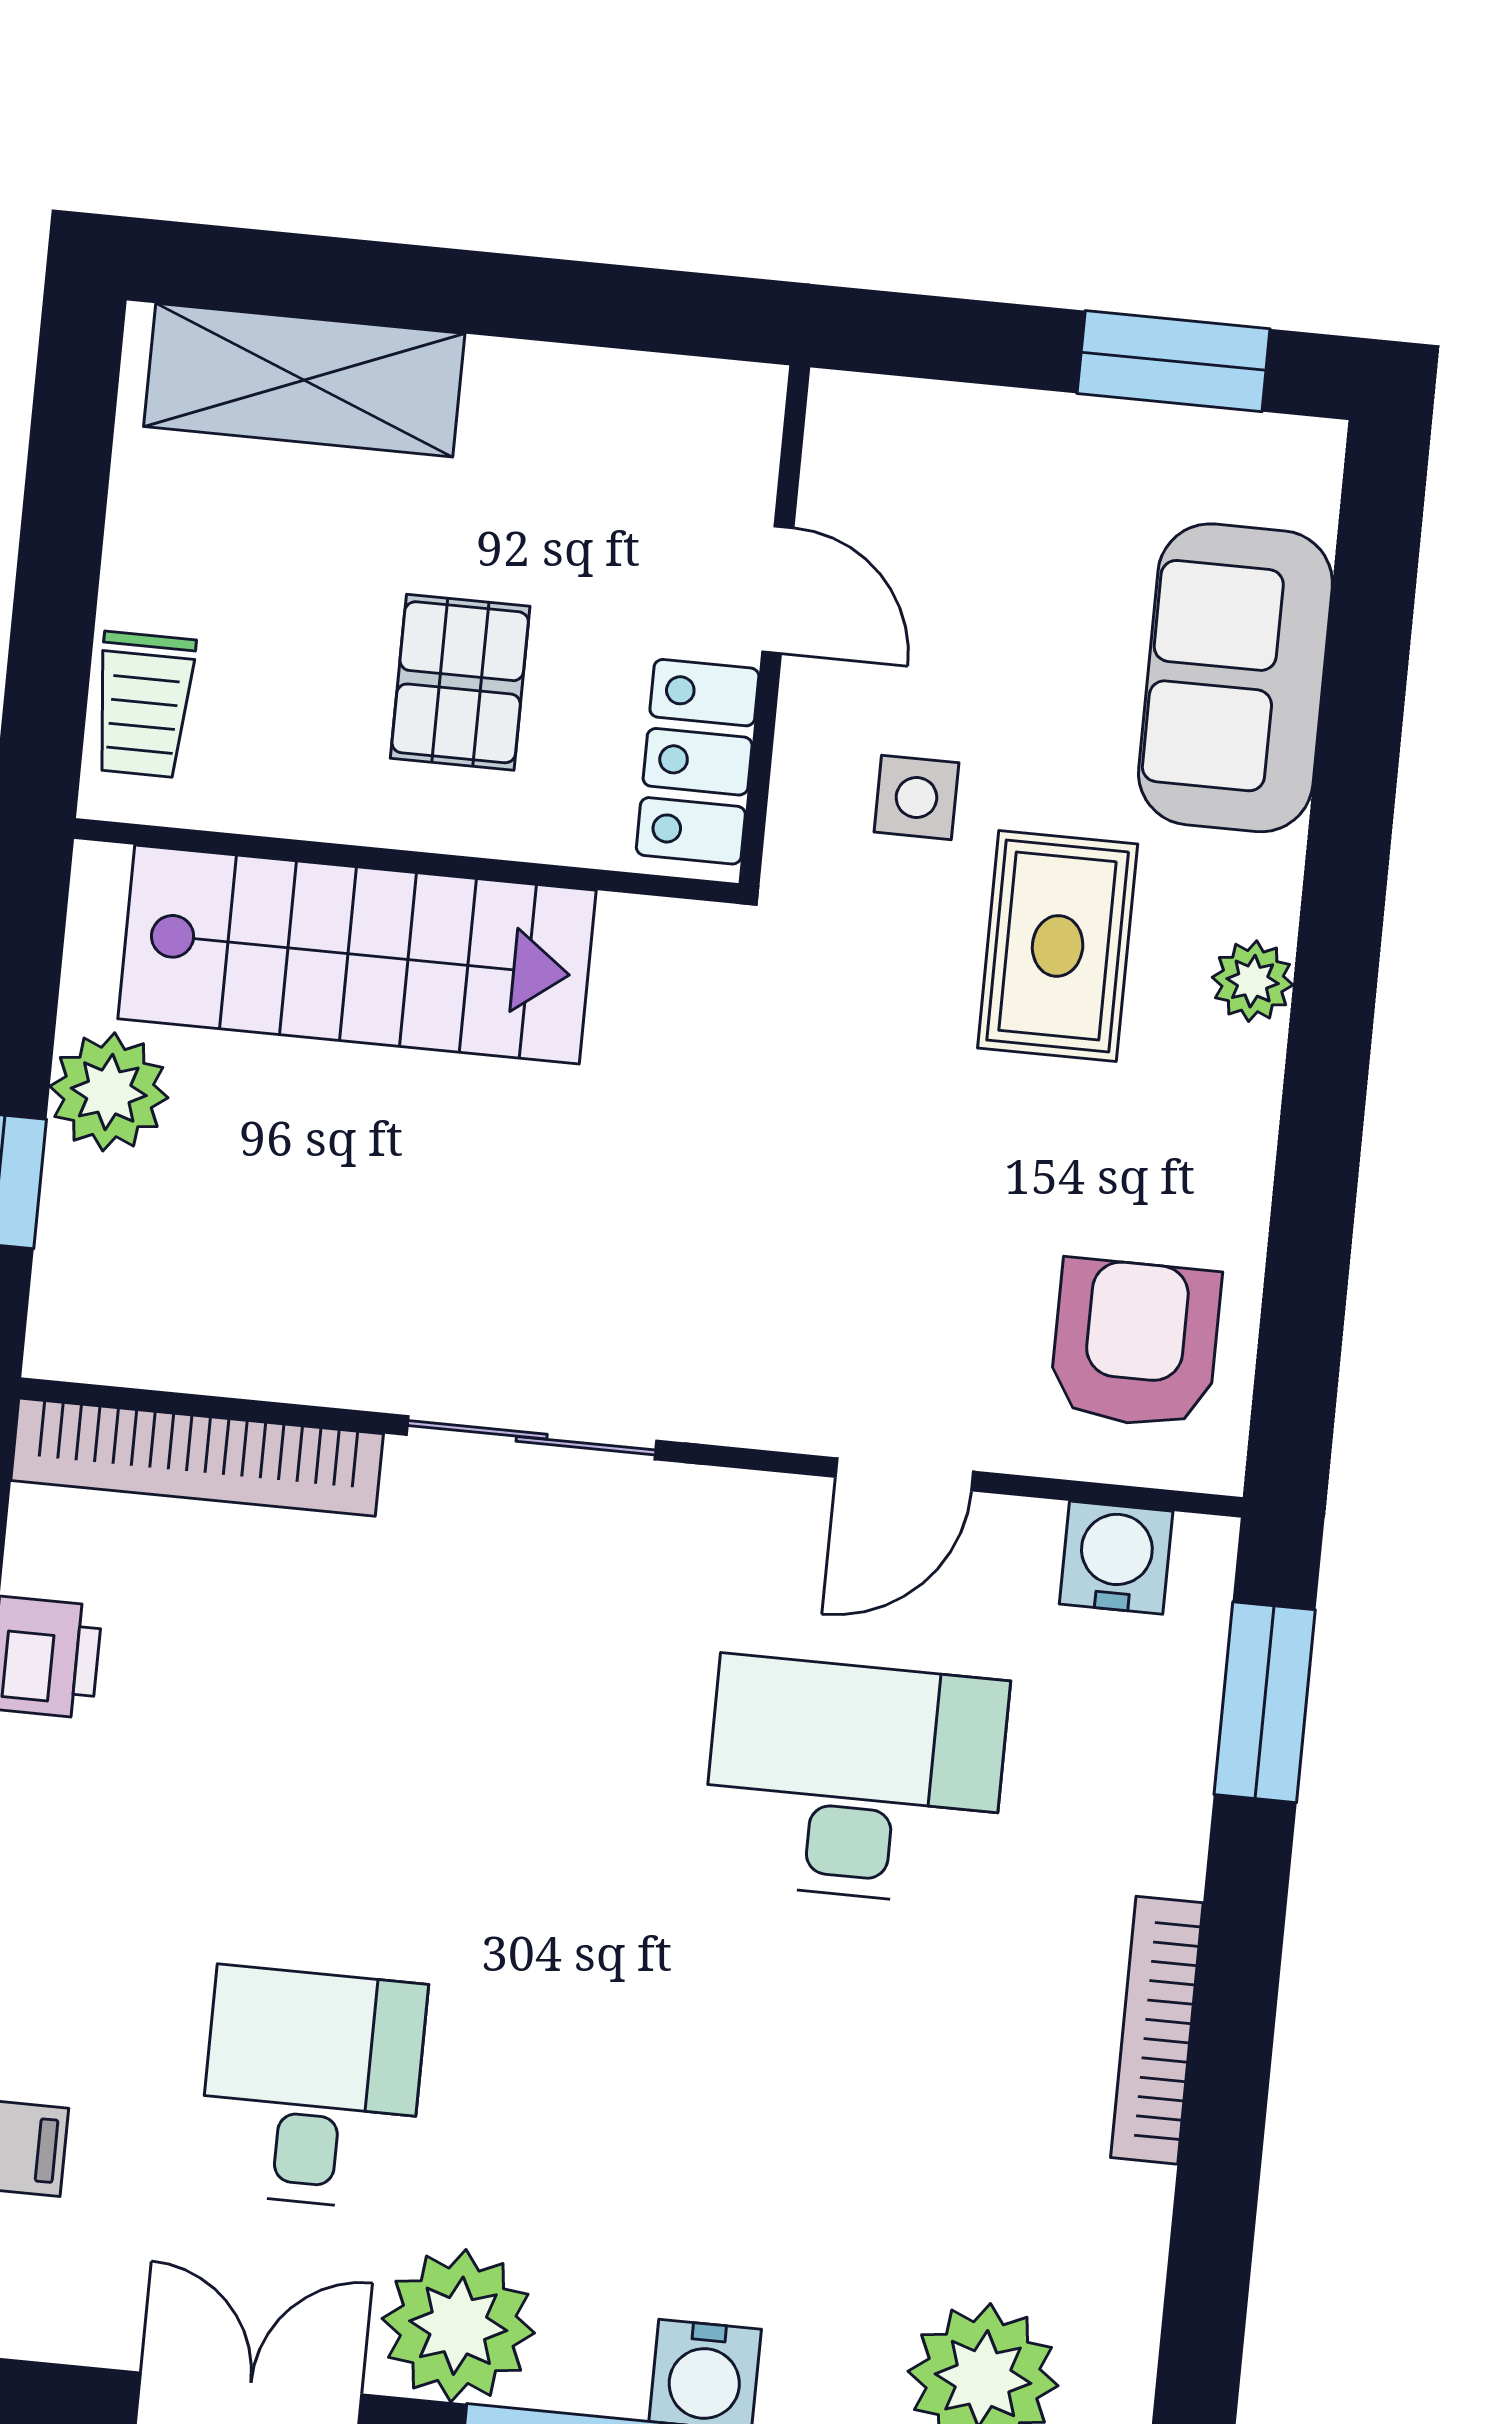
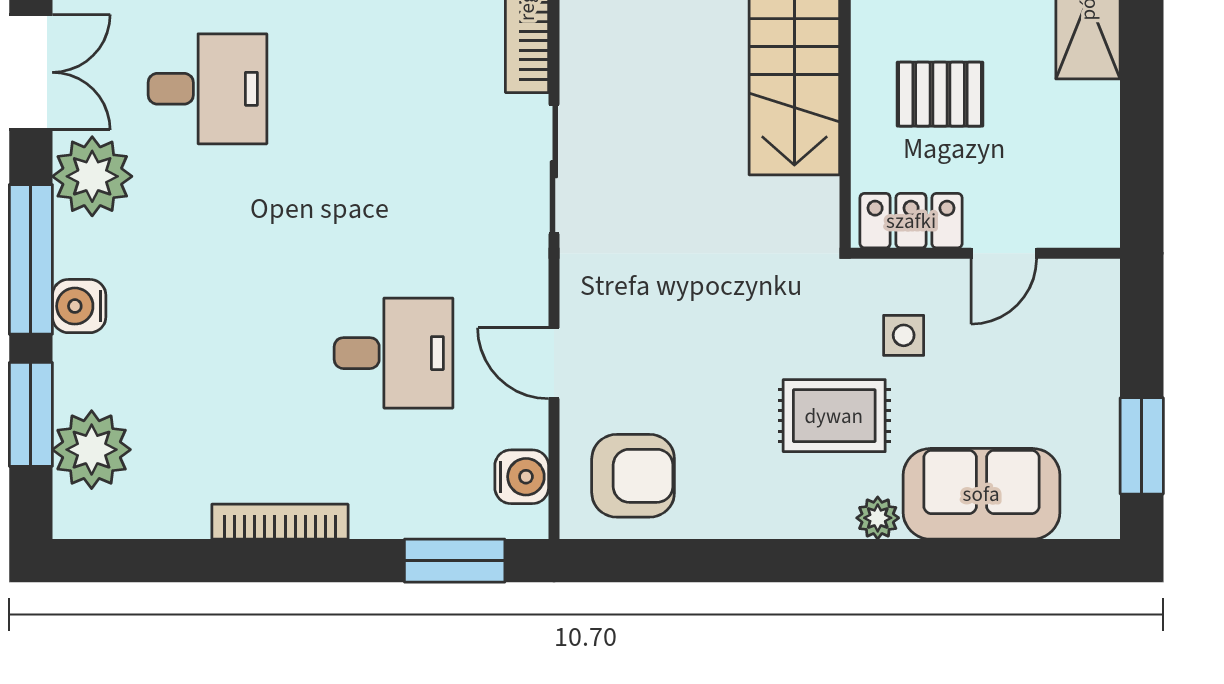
plant: (1253, 981) -> (878, 518), moved
desk: (855, 1781) -> (393, 353), width x0.73

